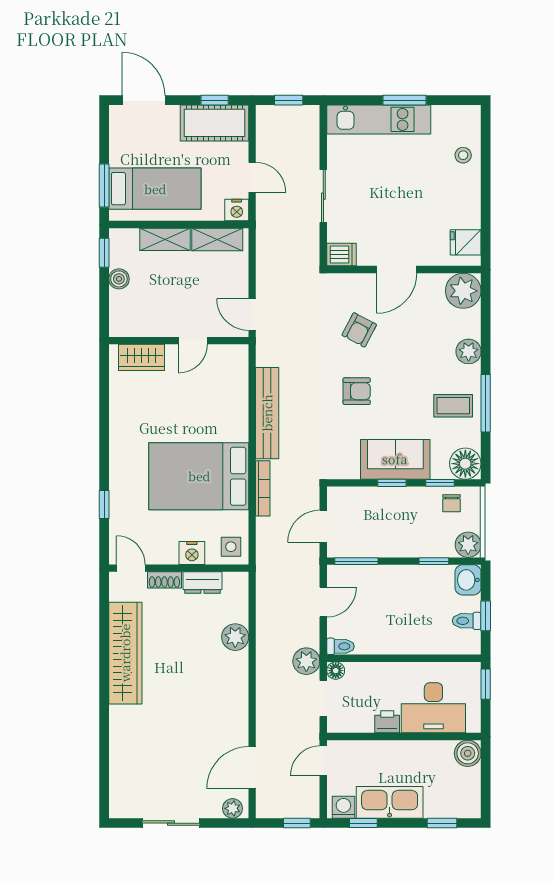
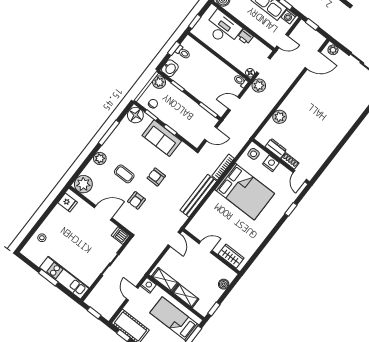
boiler: (119, 279) -> (224, 284), moved
armchair: (359, 330) -> (136, 200), turned 152
coffee table: (453, 406) -> (124, 174), moved
wardrobe: (125, 653) -> (328, 144), removed

